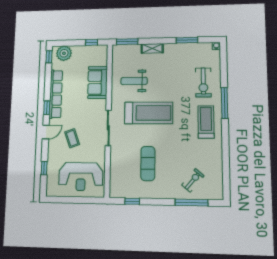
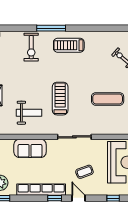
weight bench: (134, 81) -> (29, 113), turned -90
exercise bike: (203, 82) -> (31, 47), turned 90
treadmill: (149, 113) -> (60, 99), width x0.73, depth x0.73

